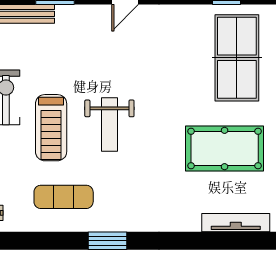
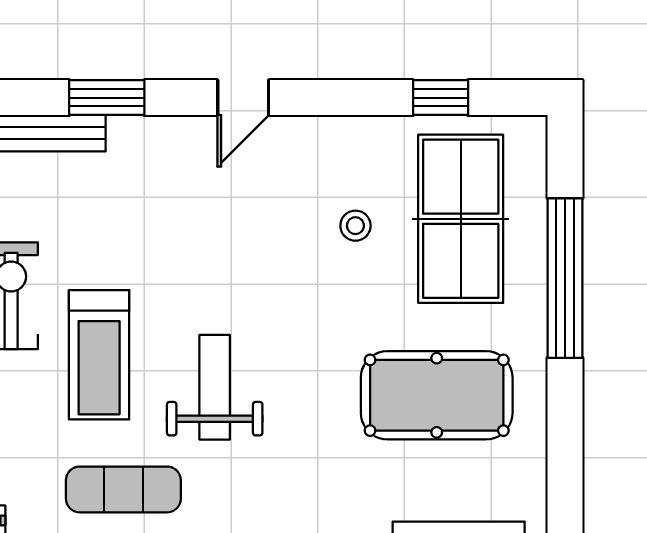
stool: (183, 61) -> (355, 226), added
weight bench: (109, 124) -> (215, 387), moved, turned 180

